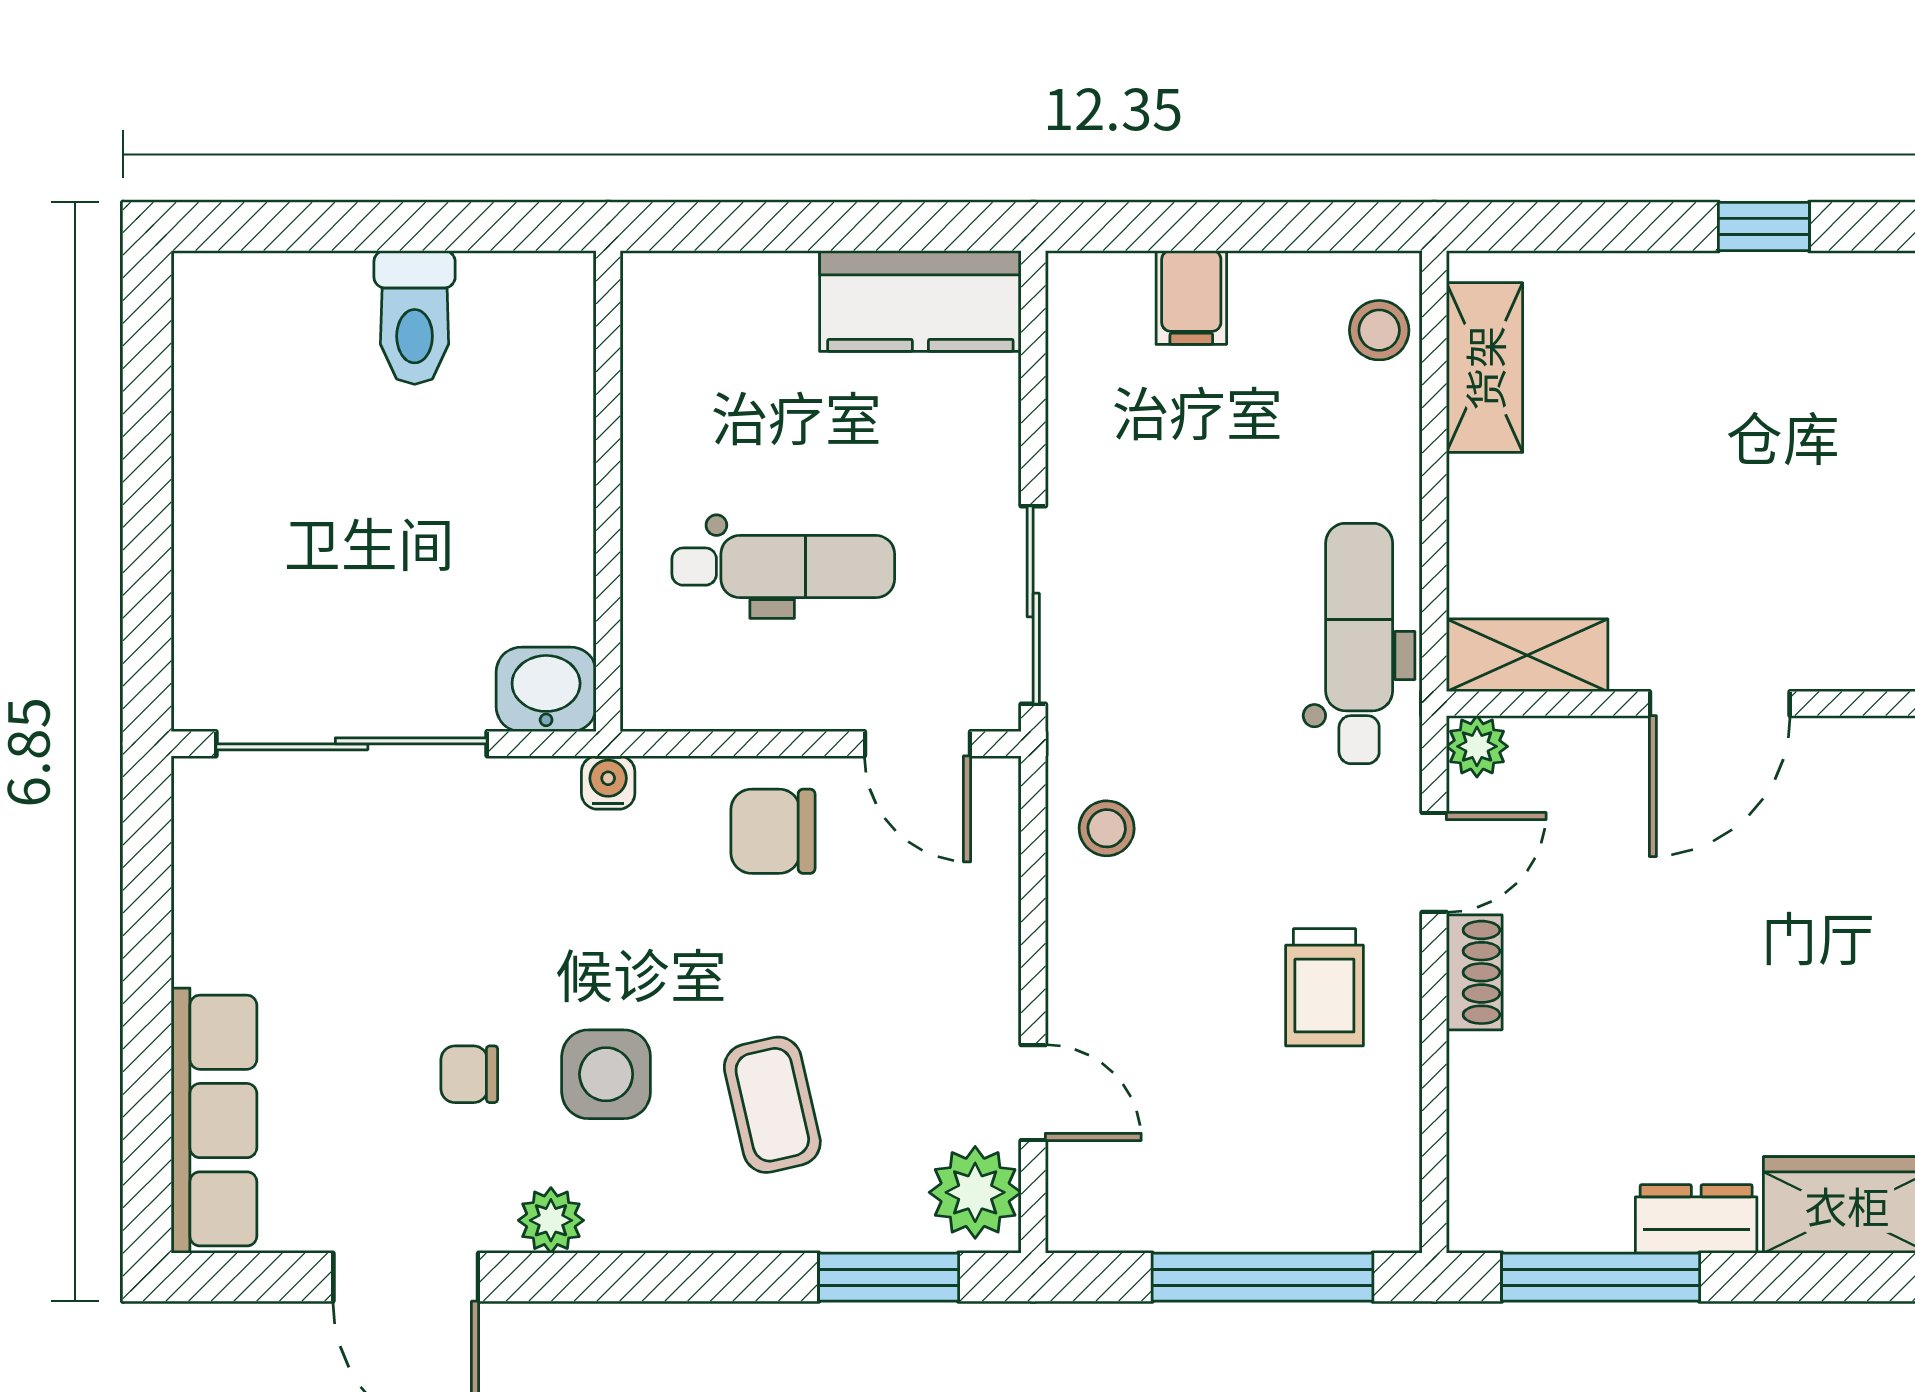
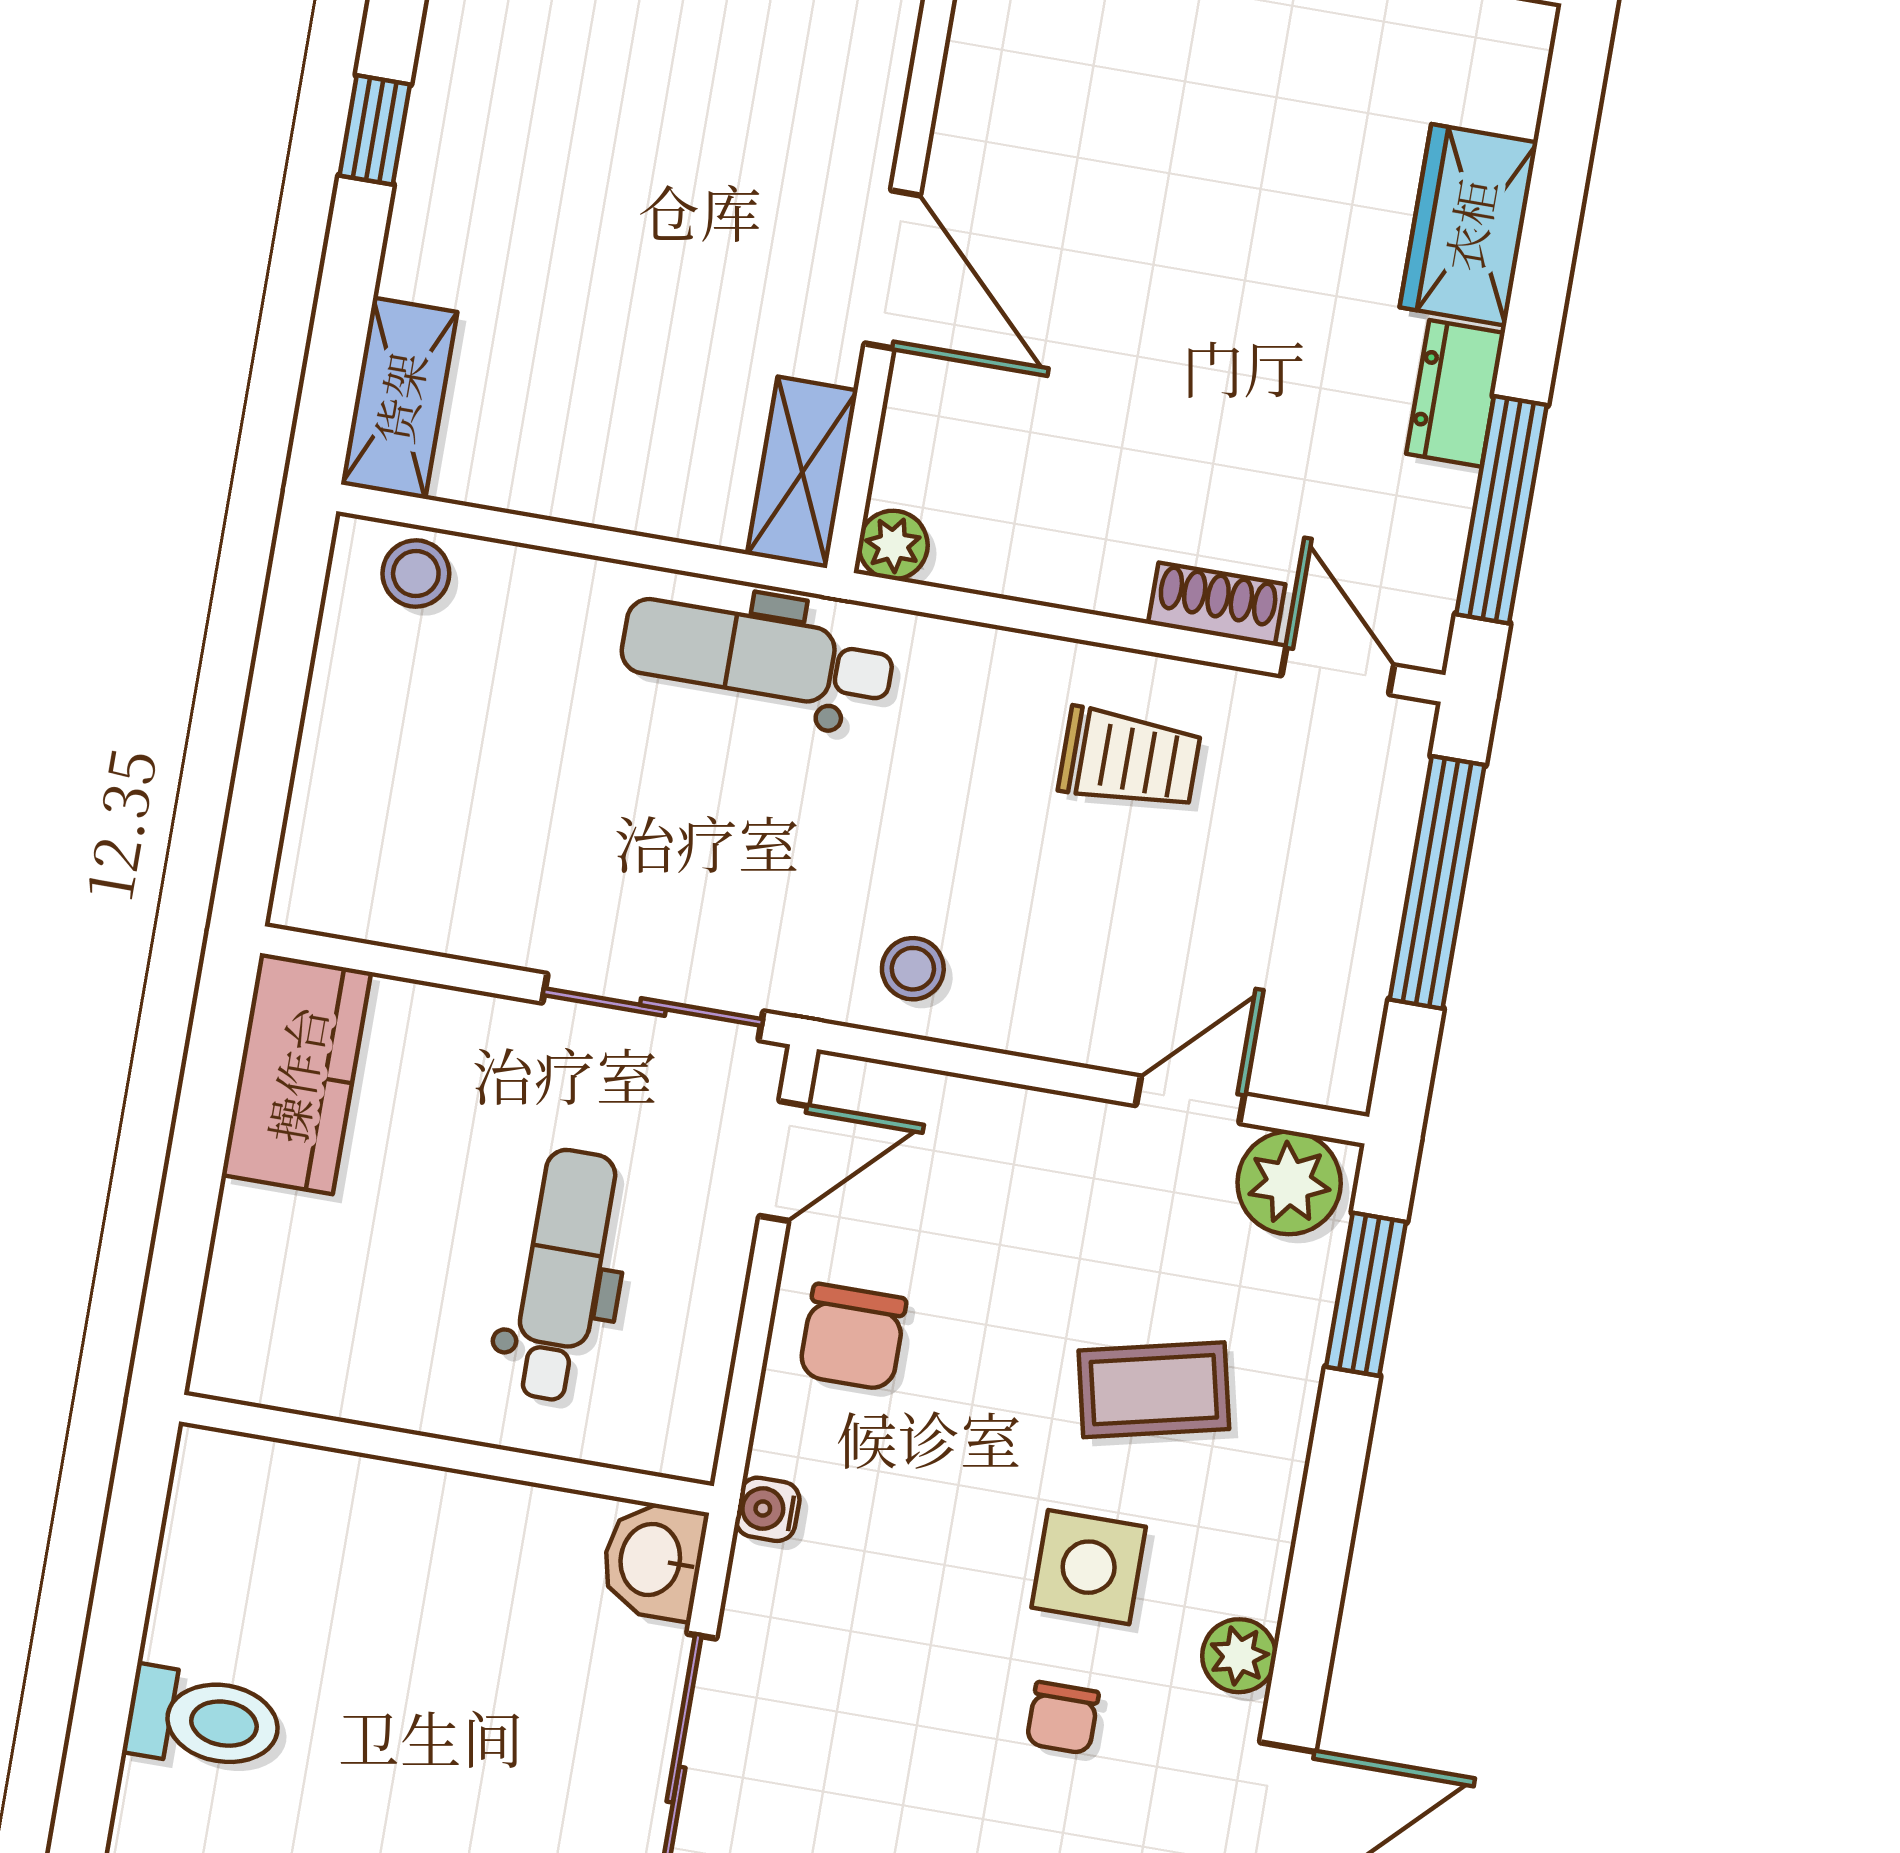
filing cabinet: (1191, 298) -> (344, 774), removed
toilet: (415, 317) -> (203, 1720), moved
shelving: (1484, 368) -> (399, 398), moved, turned 90
door: (1434, 862) -> (1338, 670), moved
shoe rack: (1474, 972) -> (1217, 604), moved

